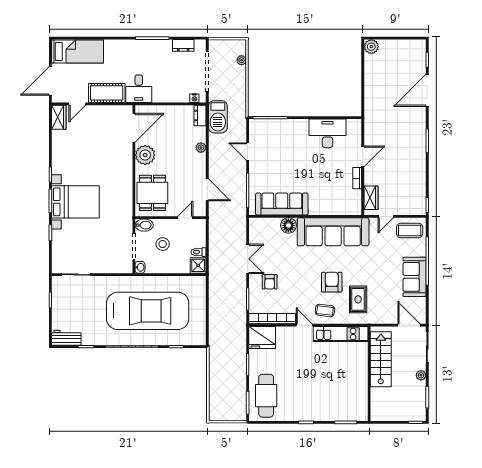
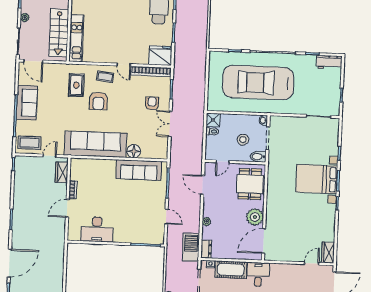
cot: (107, 93) -> (231, 270), moved
kitchen unit: (341, 334) -> (76, 38), moved, turned 90

